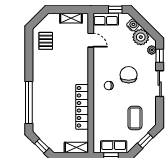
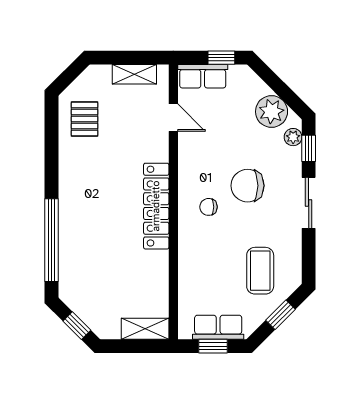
water cooler: (133, 25) -> (256, 88), removed
chair: (129, 75) -> (248, 186), turned -90
locker: (82, 107) -> (156, 206), moved

